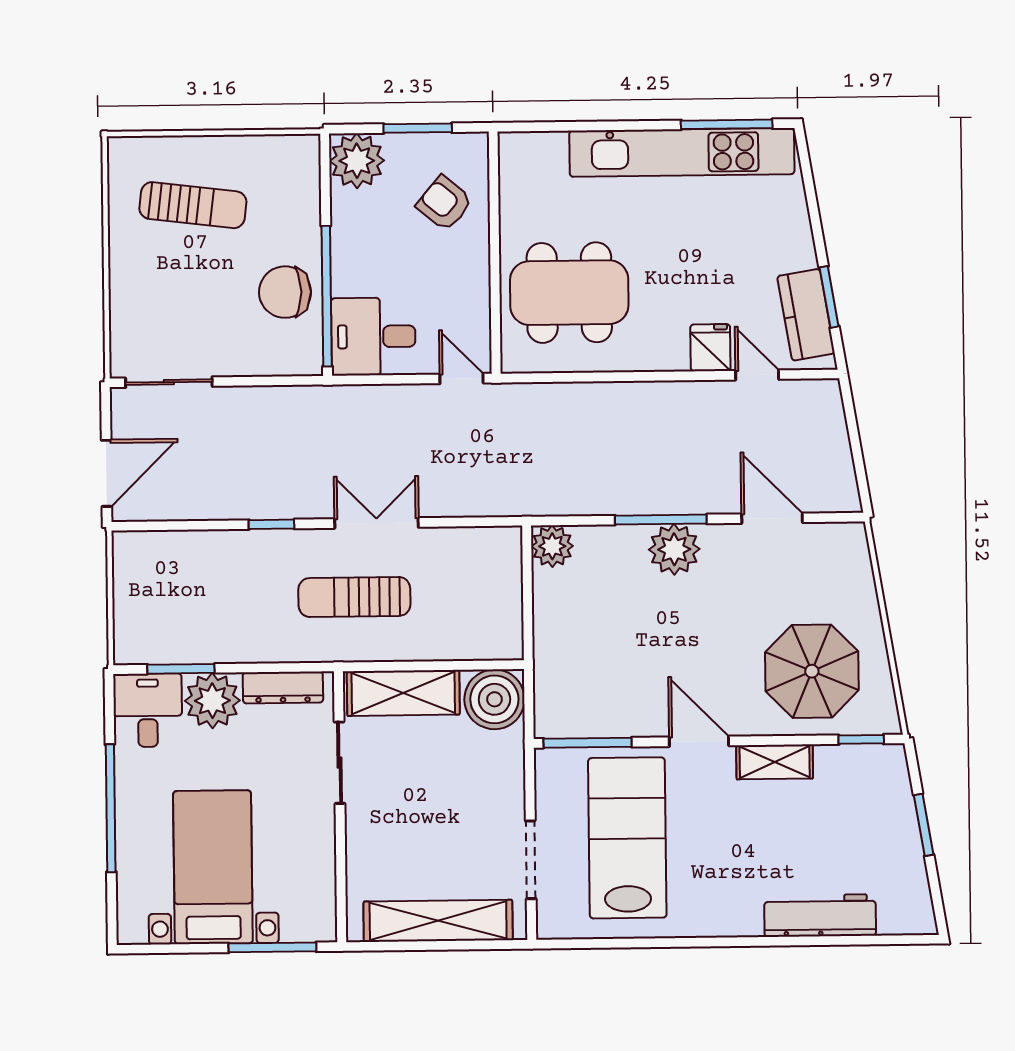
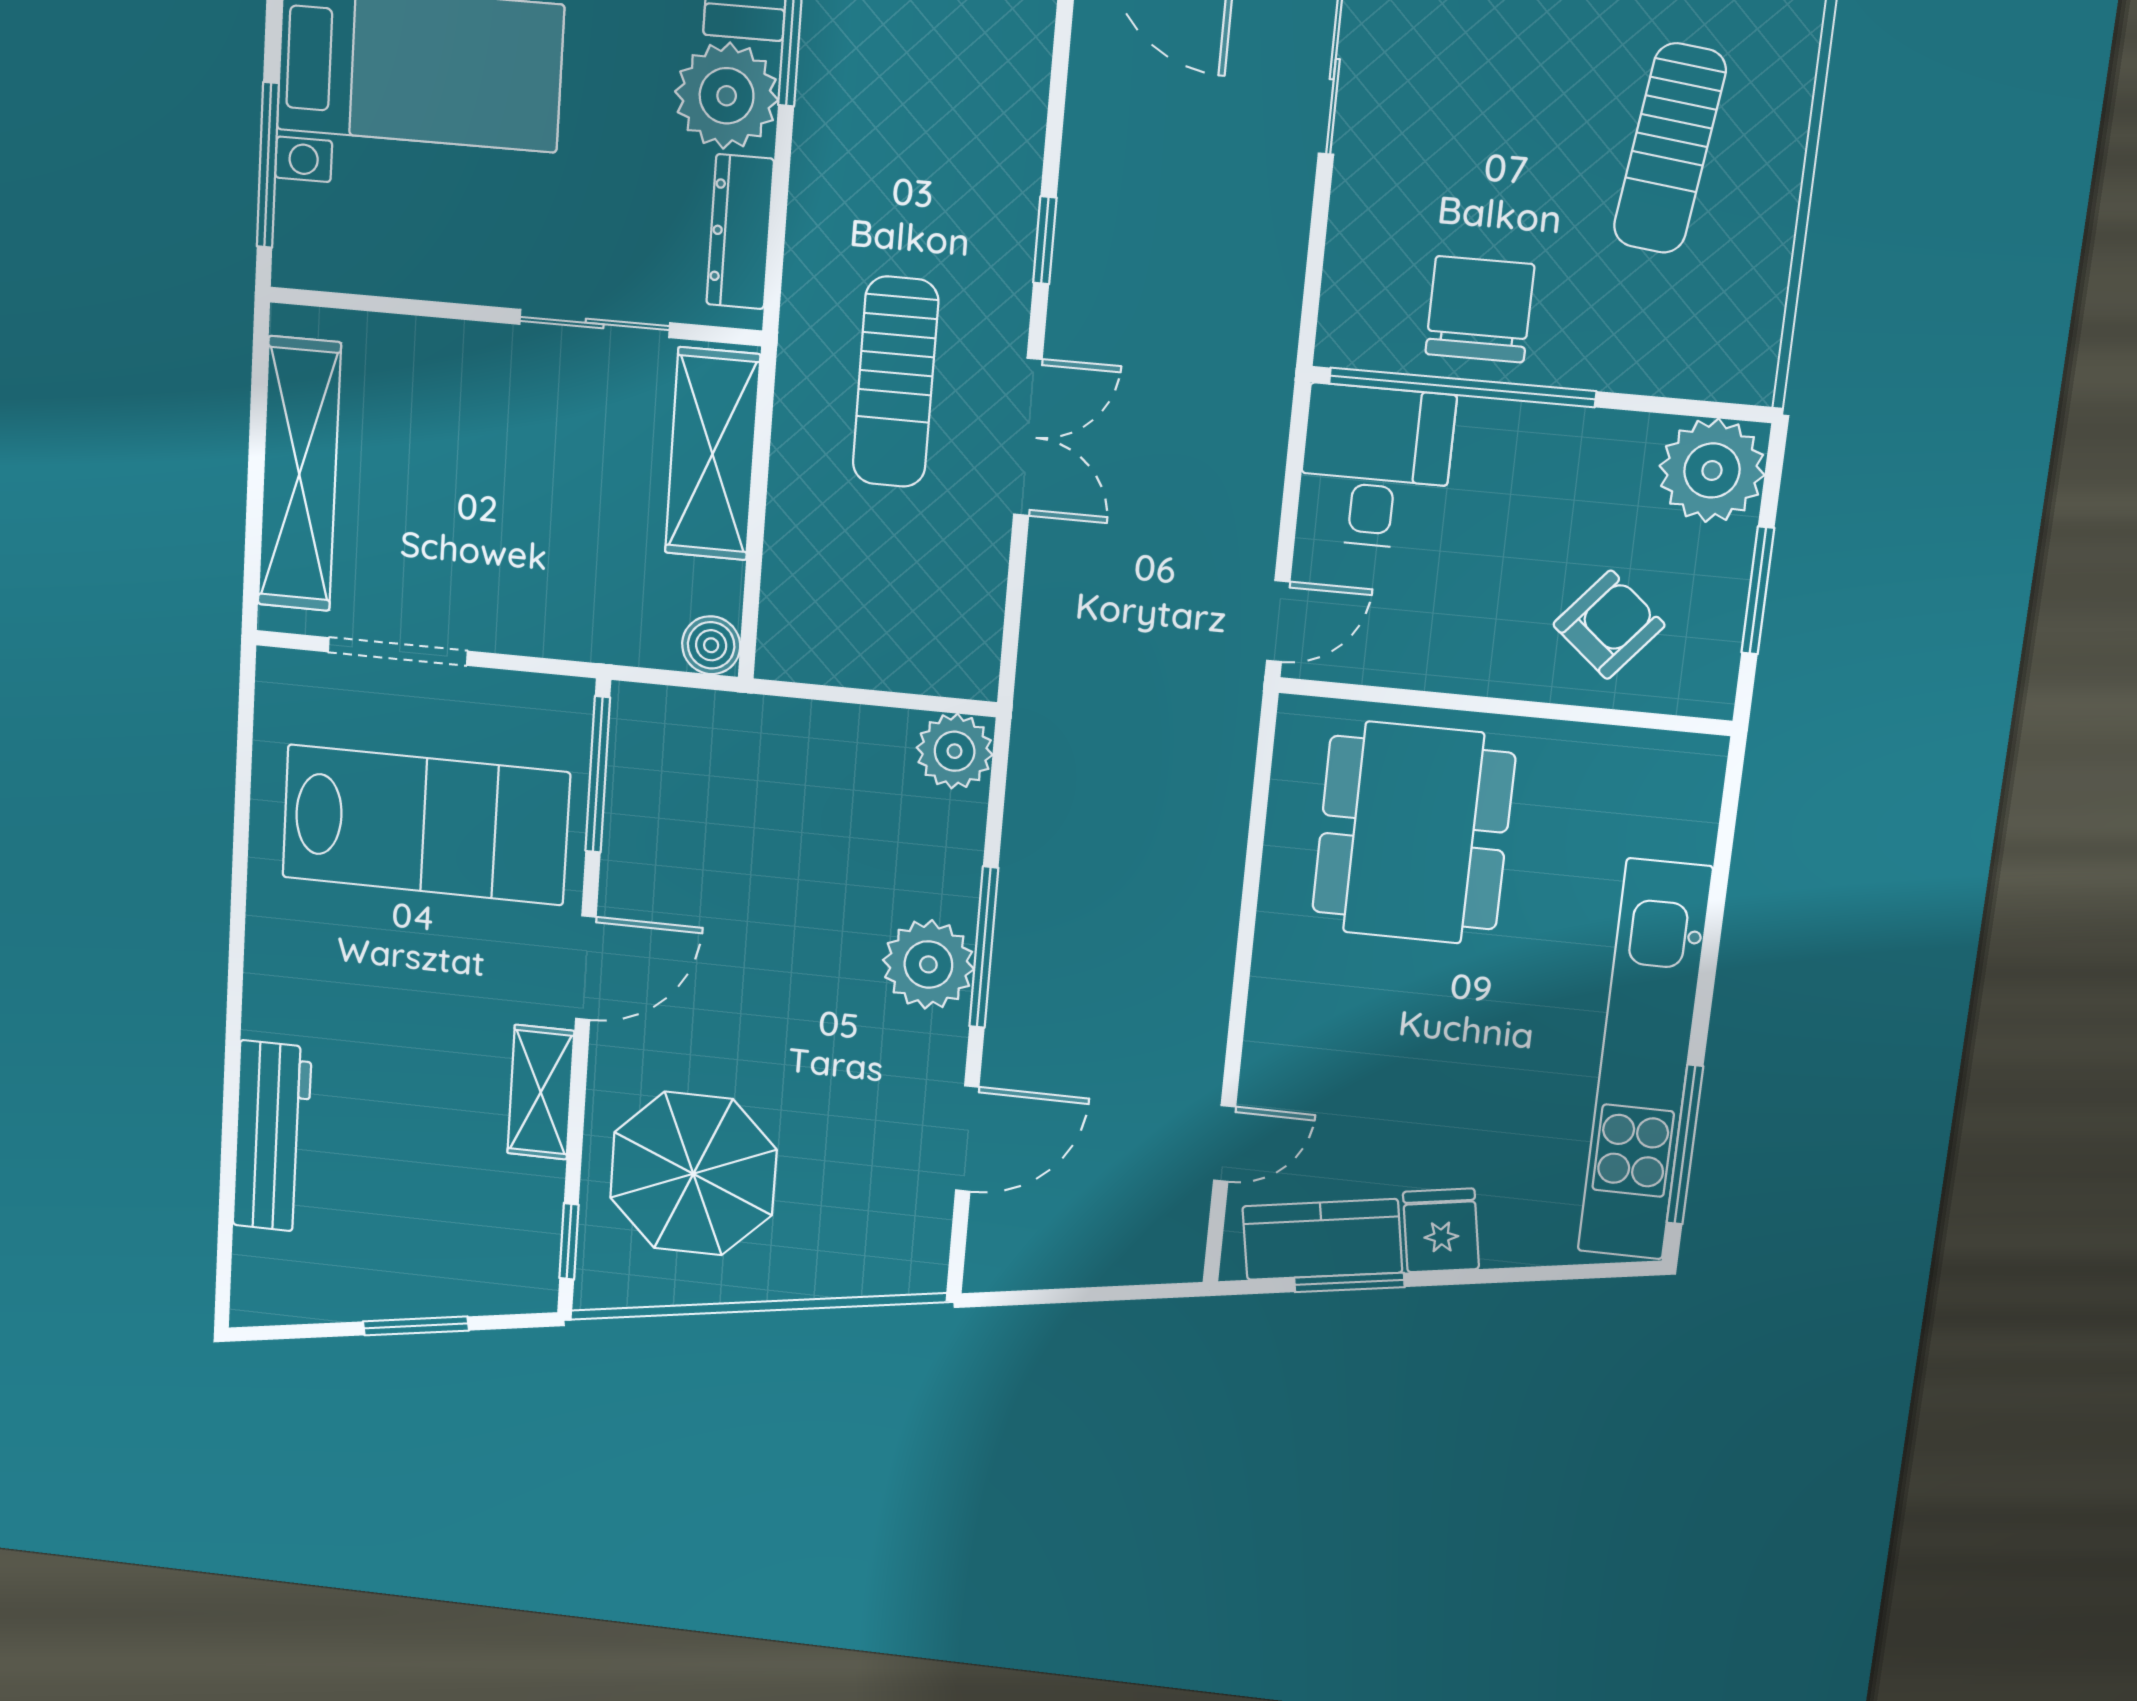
fridge: (710, 348) -> (1441, 1230), moved, turned -99
sun lounger: (354, 597) -> (895, 382), turned 180
boiler: (494, 699) -> (711, 645), width x0.54, depth x0.54

